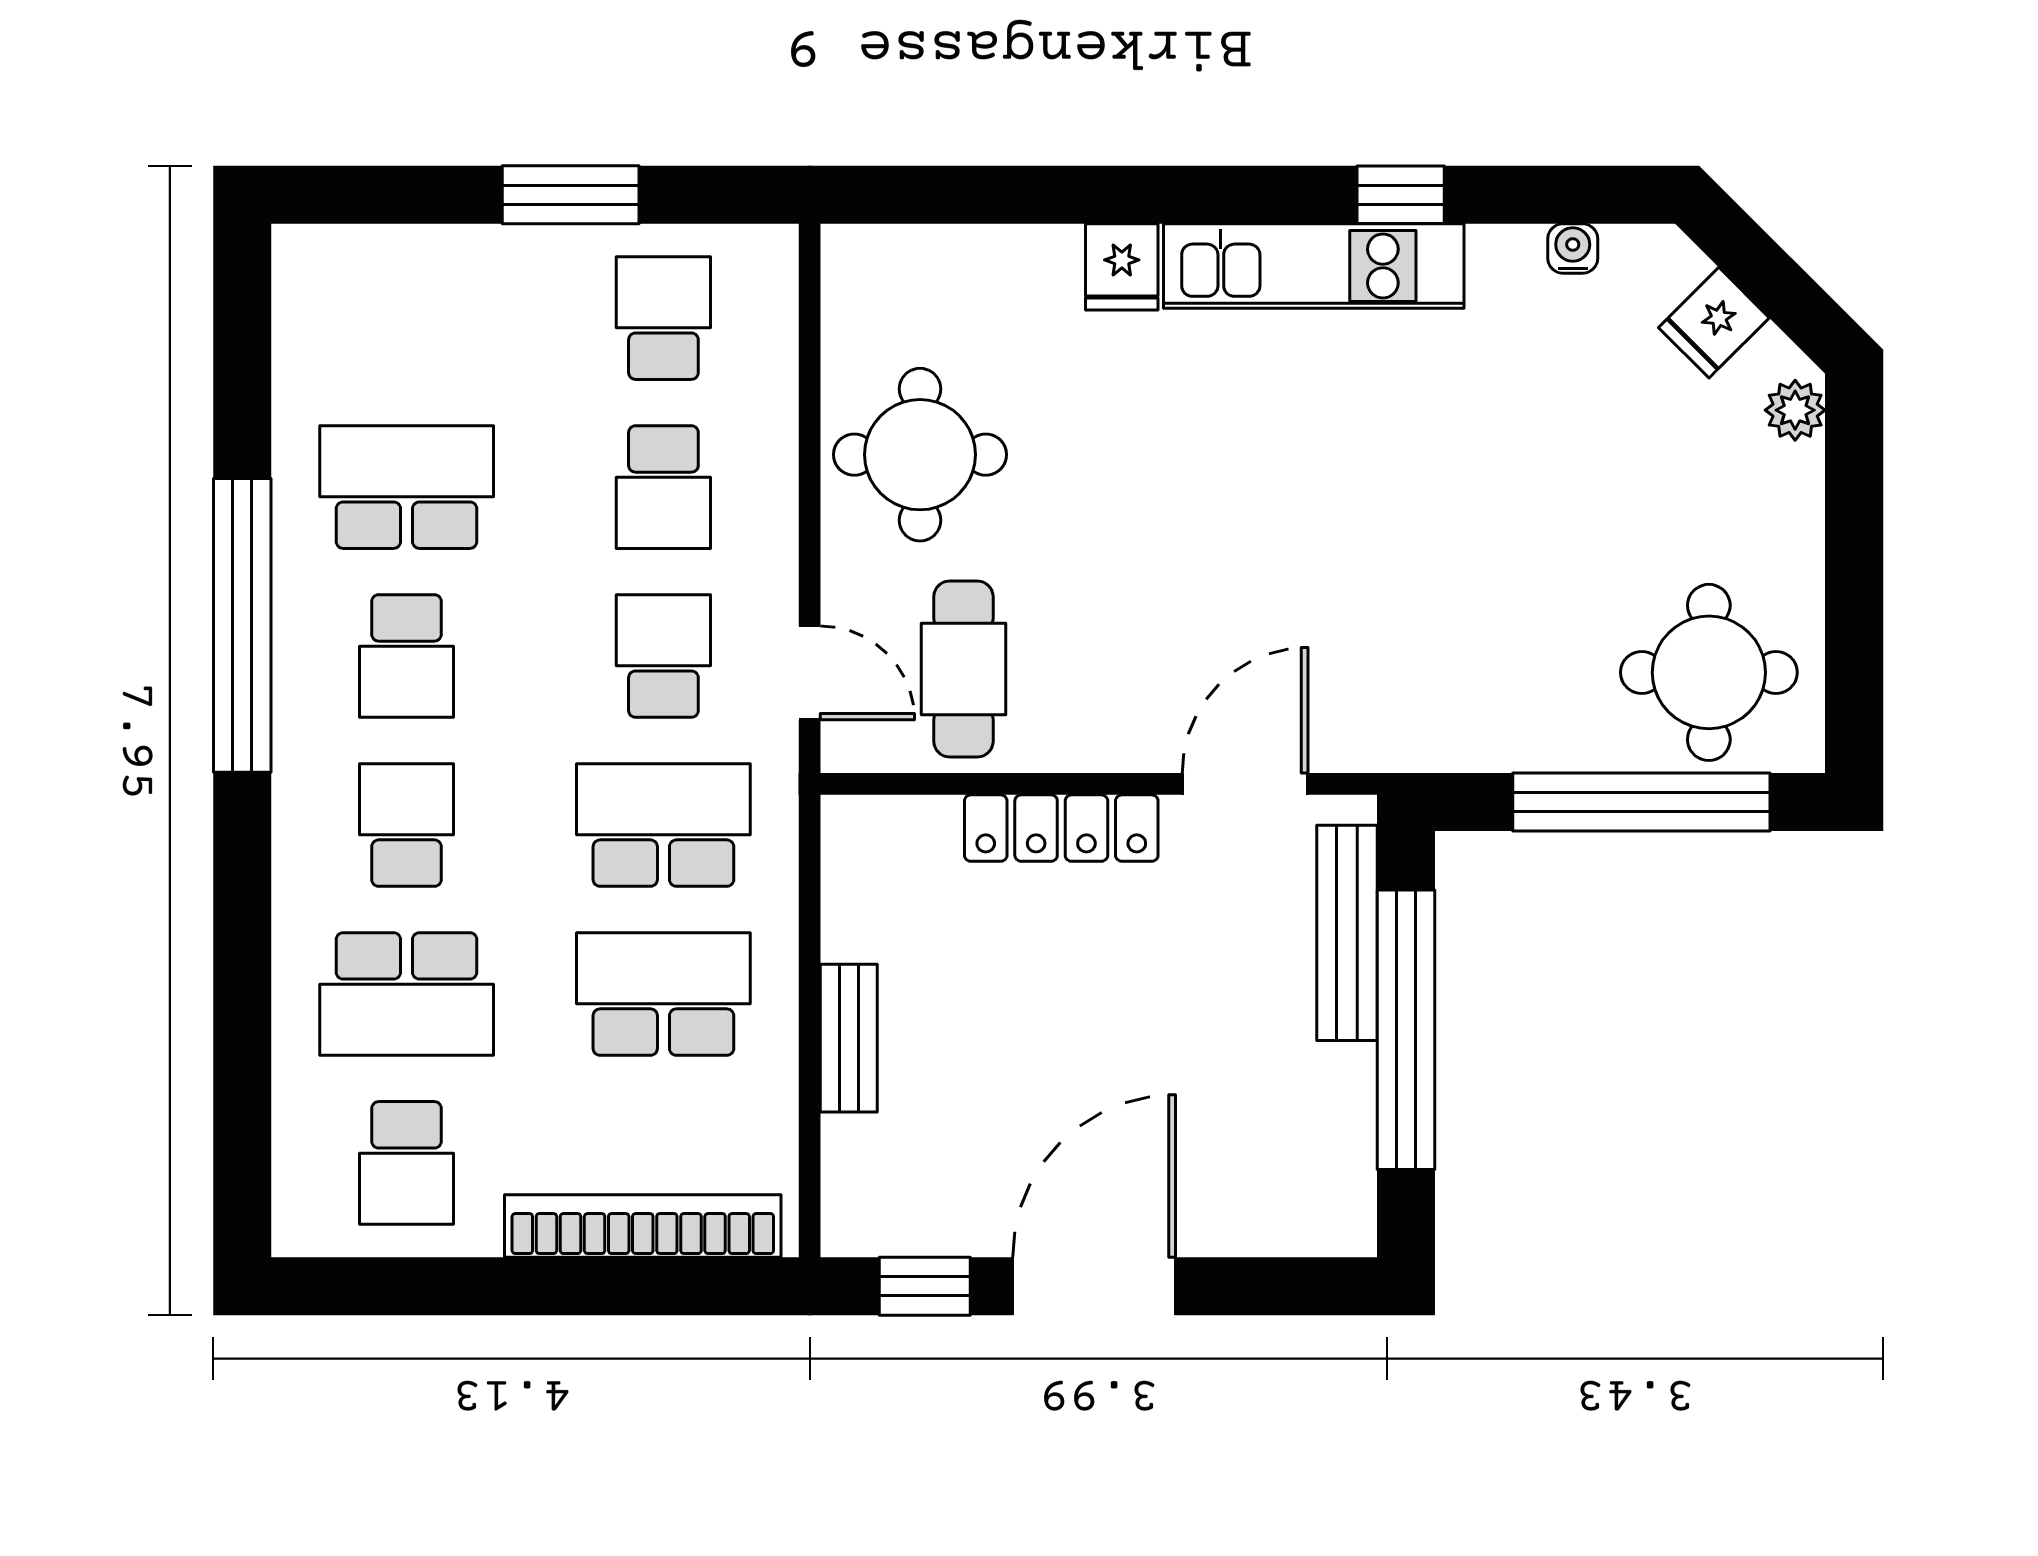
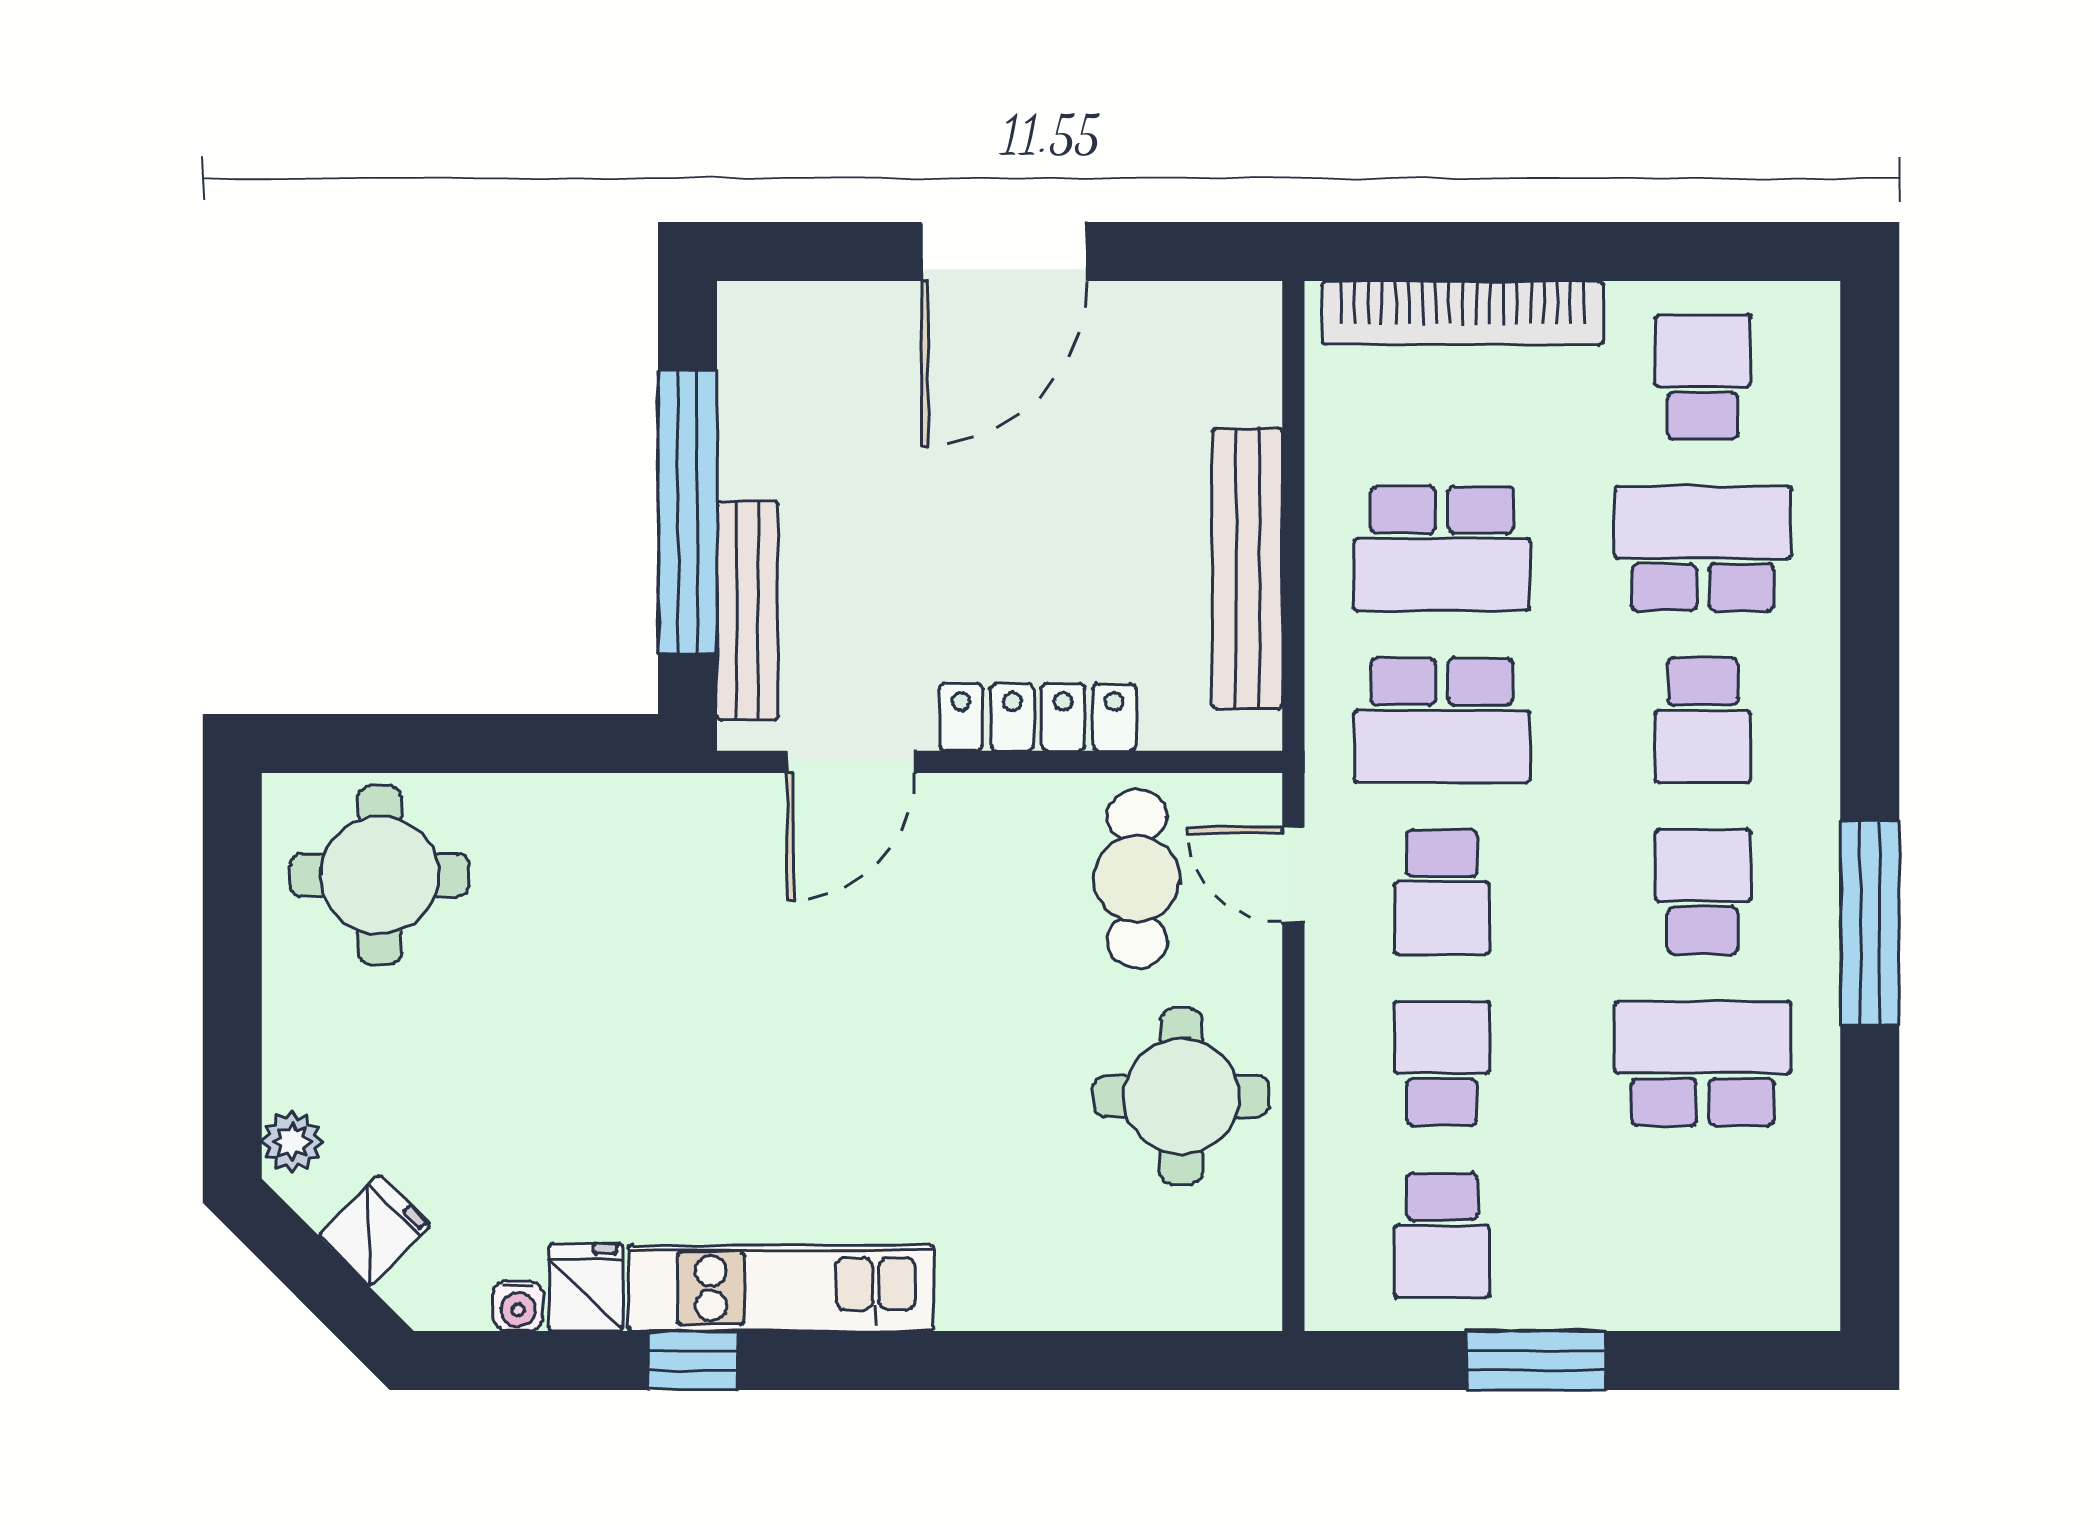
fridge: (1122, 267) -> (586, 1287), moved
school desk: (407, 487) -> (1703, 1063), turned 180
window: (242, 625) -> (1870, 923), width x0.68
window: (1641, 802) -> (448, 744), removed
bench: (849, 1038) -> (1247, 569), width x1.86, depth x1.21
window: (925, 1286) -> (1176, 252), removed

